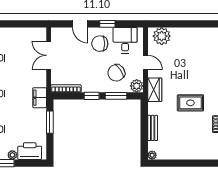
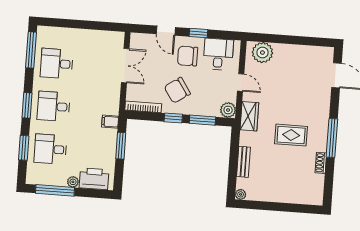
double door: (49, 55) -> (125, 66), swing flipped
chair: (116, 73) -> (177, 90), moved
filing cabinet: (40, 98) -> (110, 122), width x0.50

